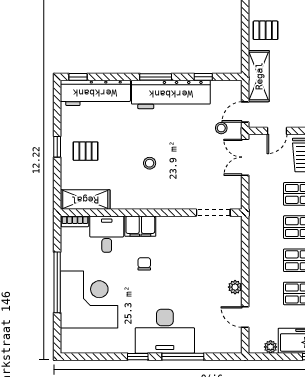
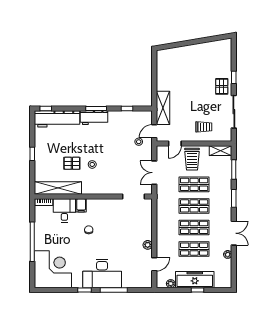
pallet: (266, 30) -> (167, 78), removed
workbench: (171, 94) -> (94, 118), width x0.53, depth x0.76
pallet: (86, 151) -> (72, 163), moved
double door: (245, 157) -> (154, 173), moved
shelving: (85, 200) -> (58, 188), width x1.47
filing cabinet: (140, 226) -> (81, 205), width x0.50
corner desk: (89, 300) -> (53, 269), moved
door: (245, 317) -> (154, 264), swing flipped

